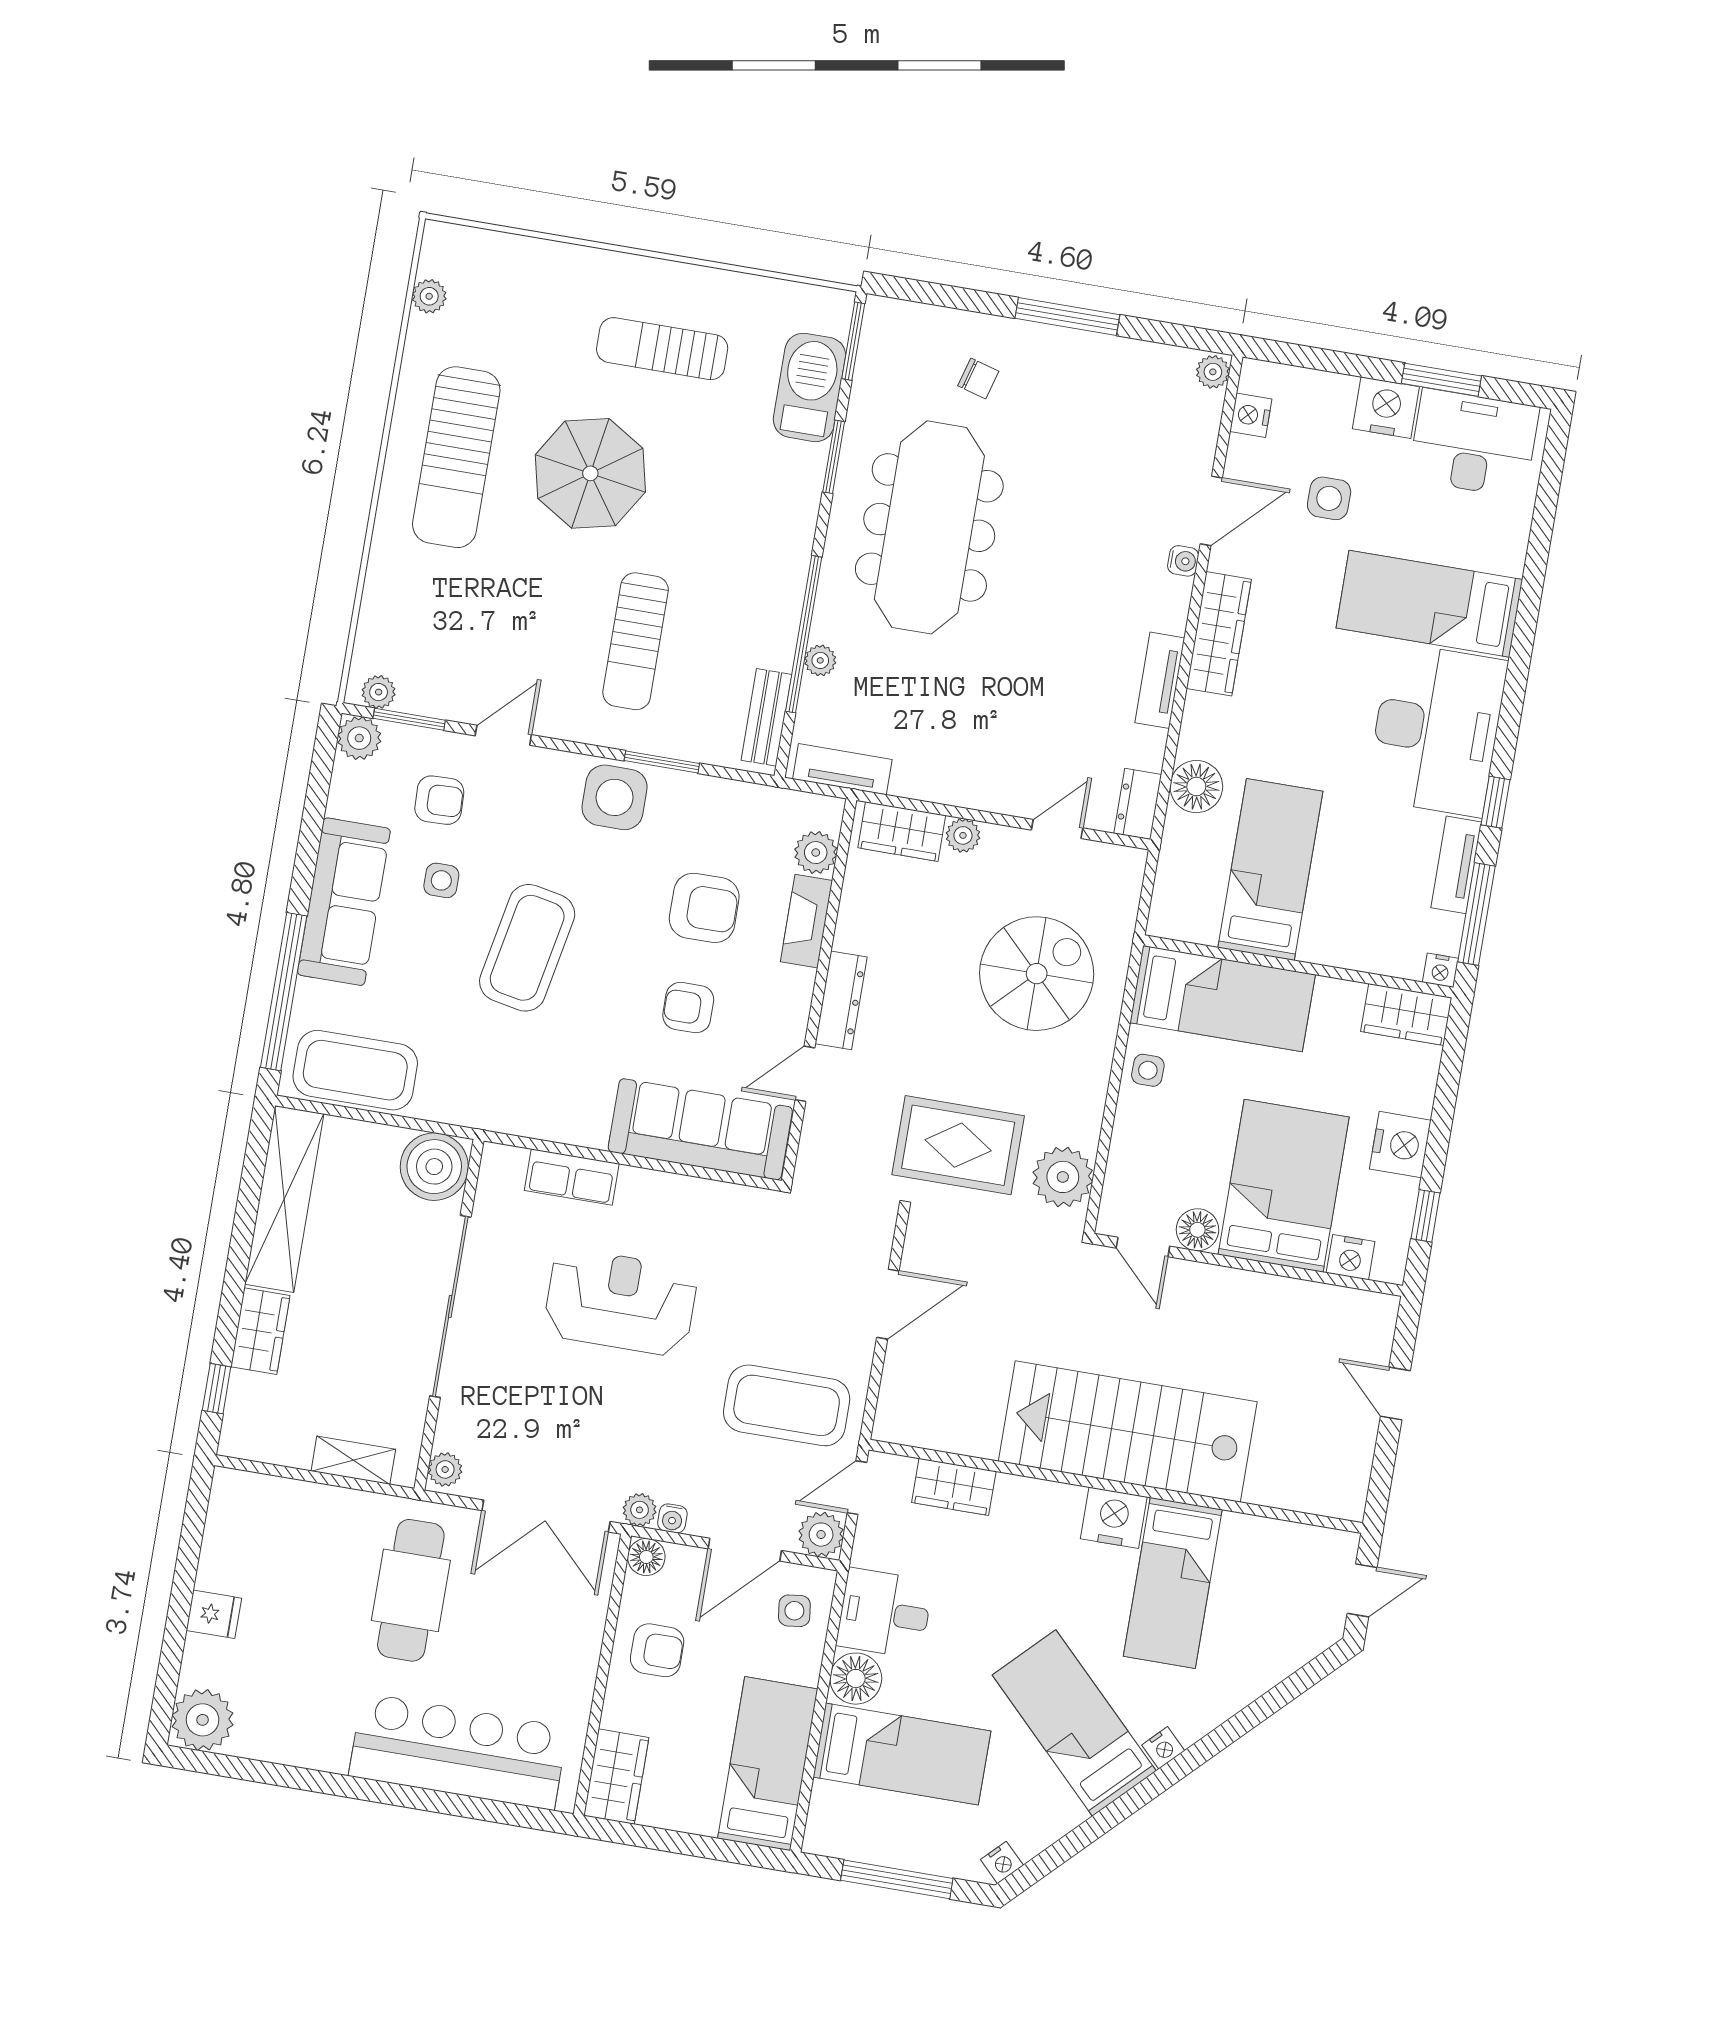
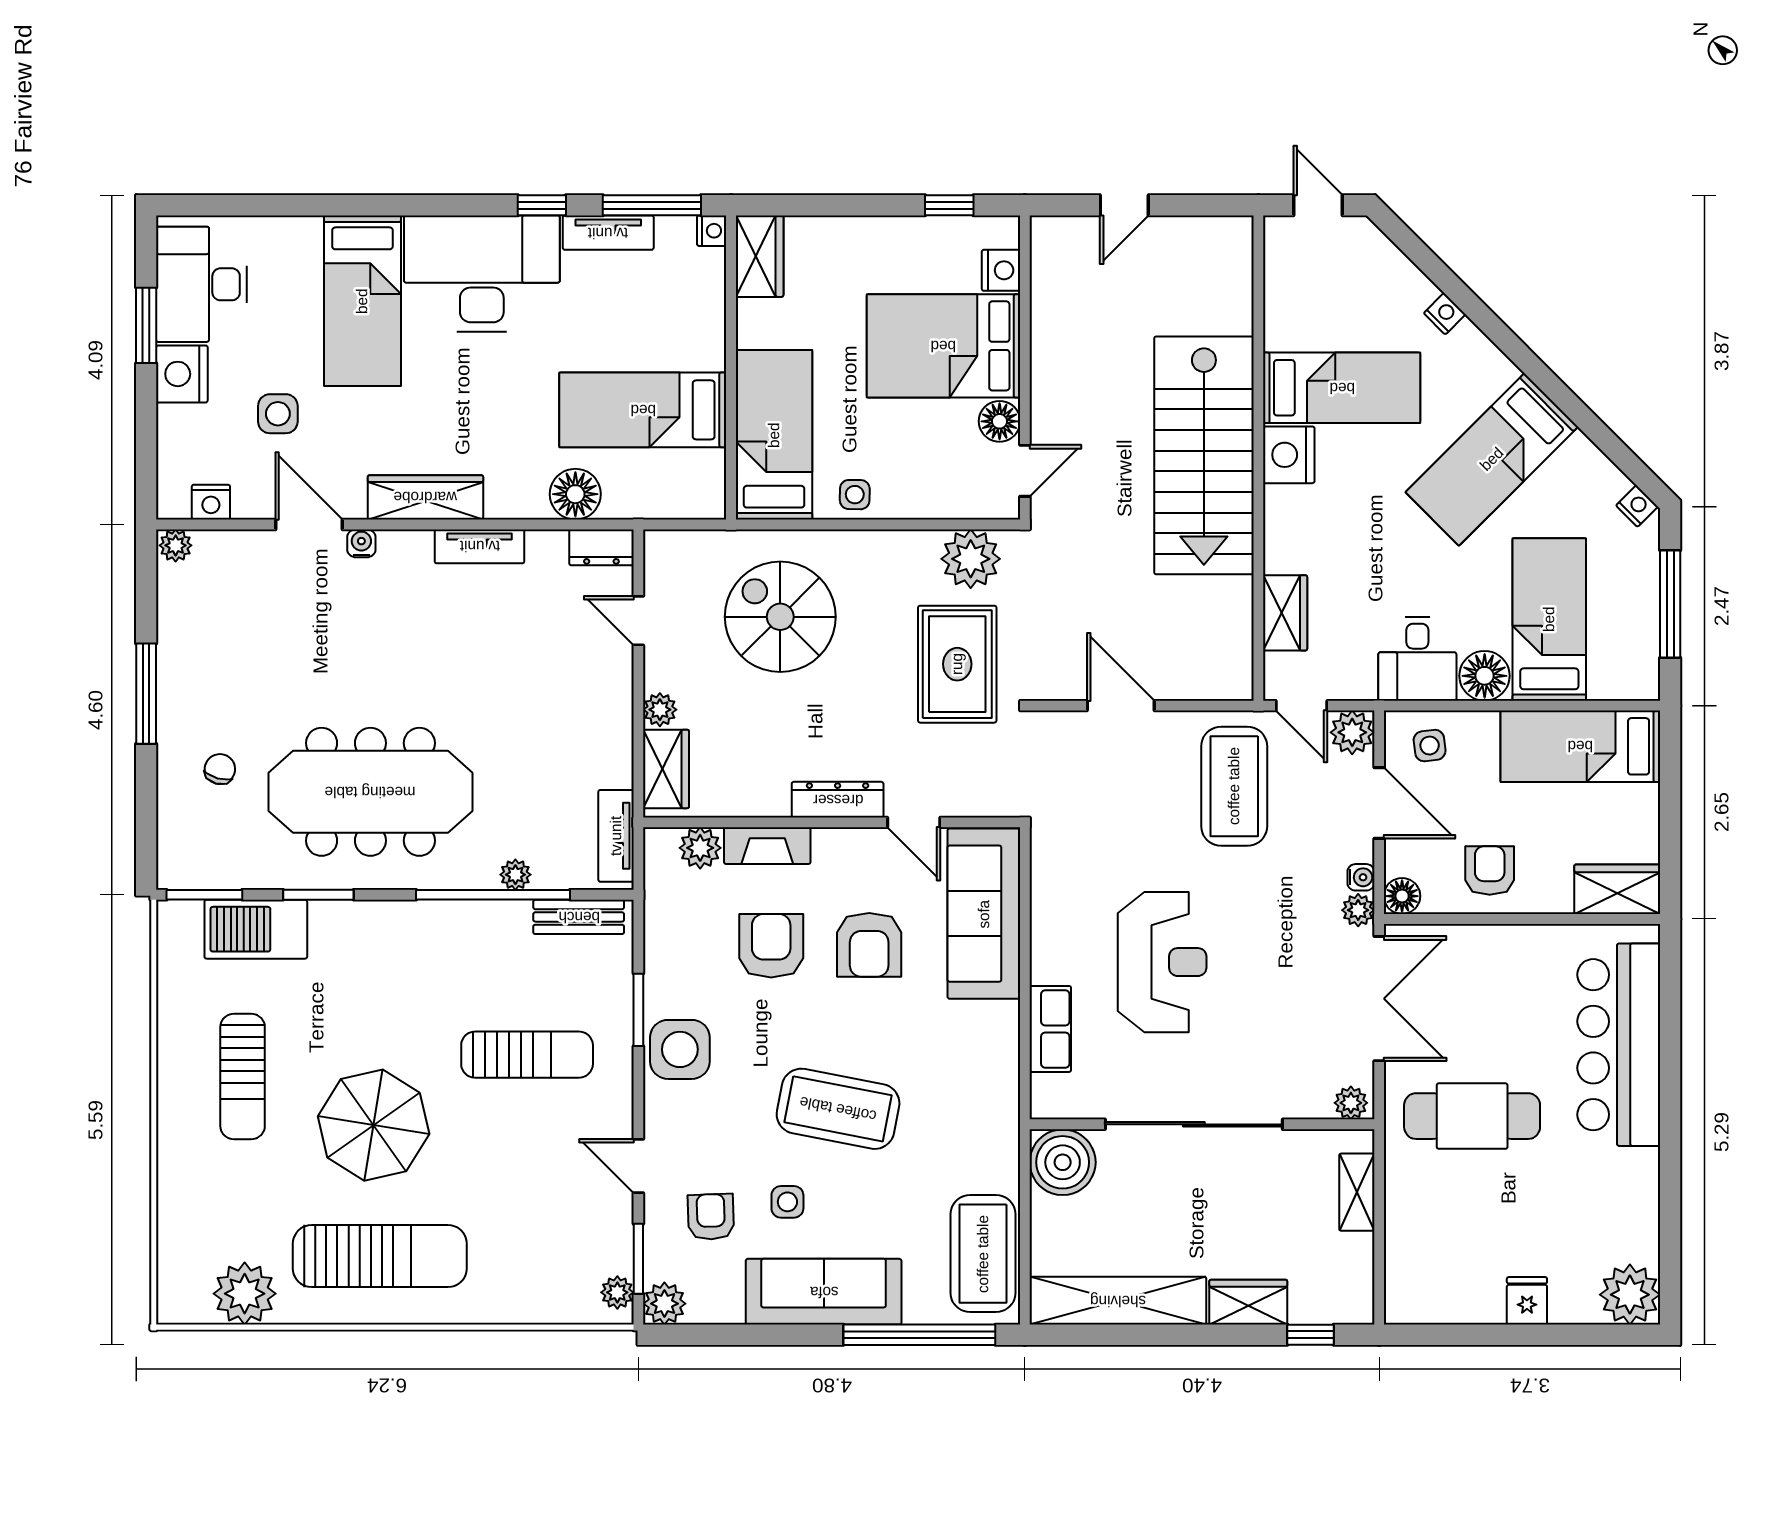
plant: (429, 296) -> (245, 1294), width x1.87, depth x1.87
armchair: (688, 1008) -> (869, 945), width x1.38, depth x1.38
nightstand: (1400, 1145) -> (885, 241), removed
reception desk: (620, 1302) -> (1162, 962), turned 180
nightstand: (1163, 1748) -> (1445, 314), moved

